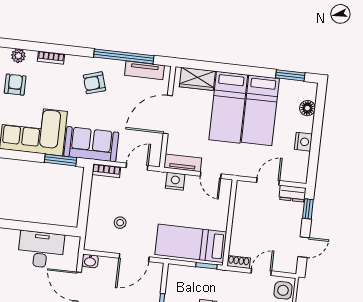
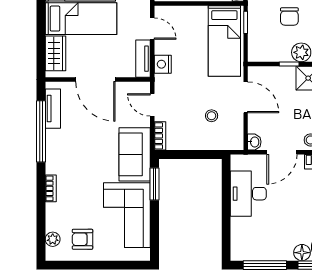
bookcase: (51, 58) -> (51, 188), moved
armchair: (94, 83) -> (71, 158), removed
door: (211, 175) -> (152, 29), hinge flipped

